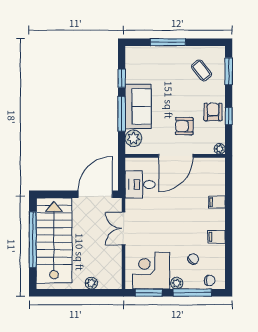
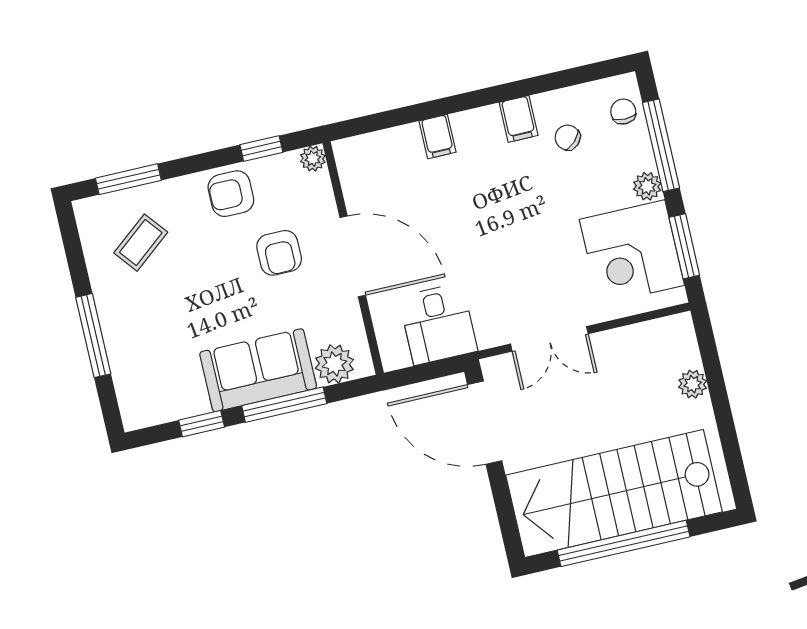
window: (229, 116) -> (261, 148), moved
chair: (193, 259) -> (568, 138), moved

